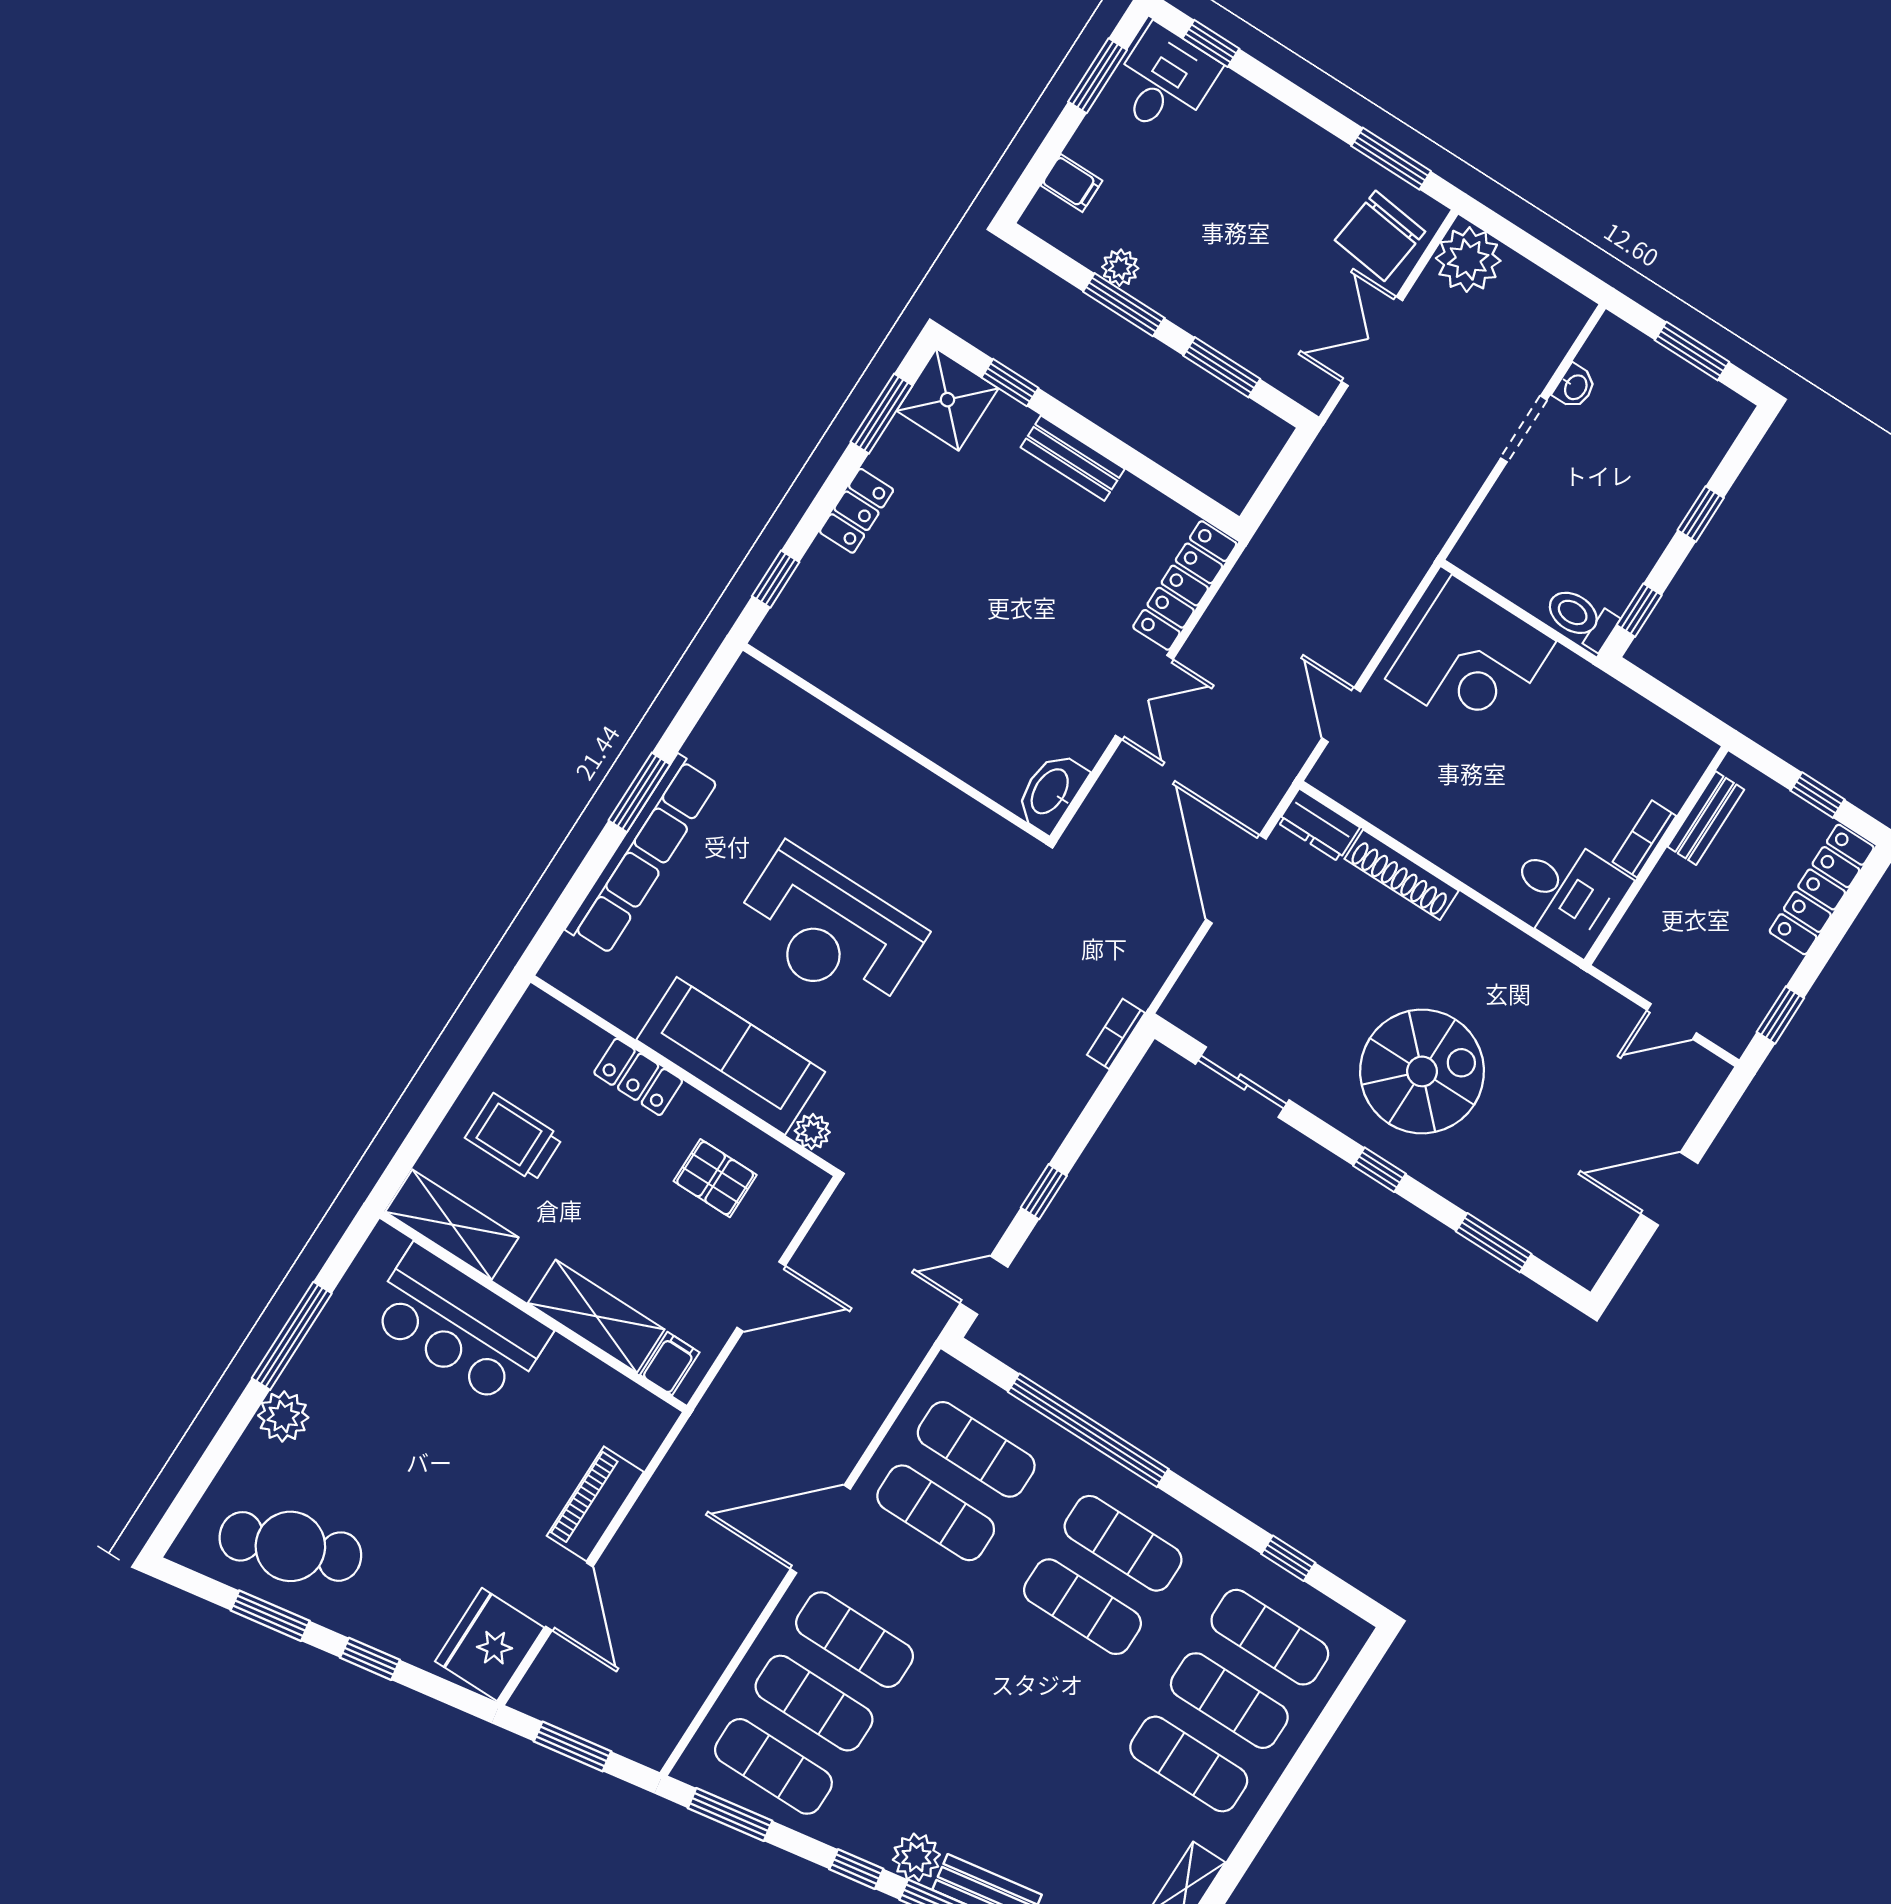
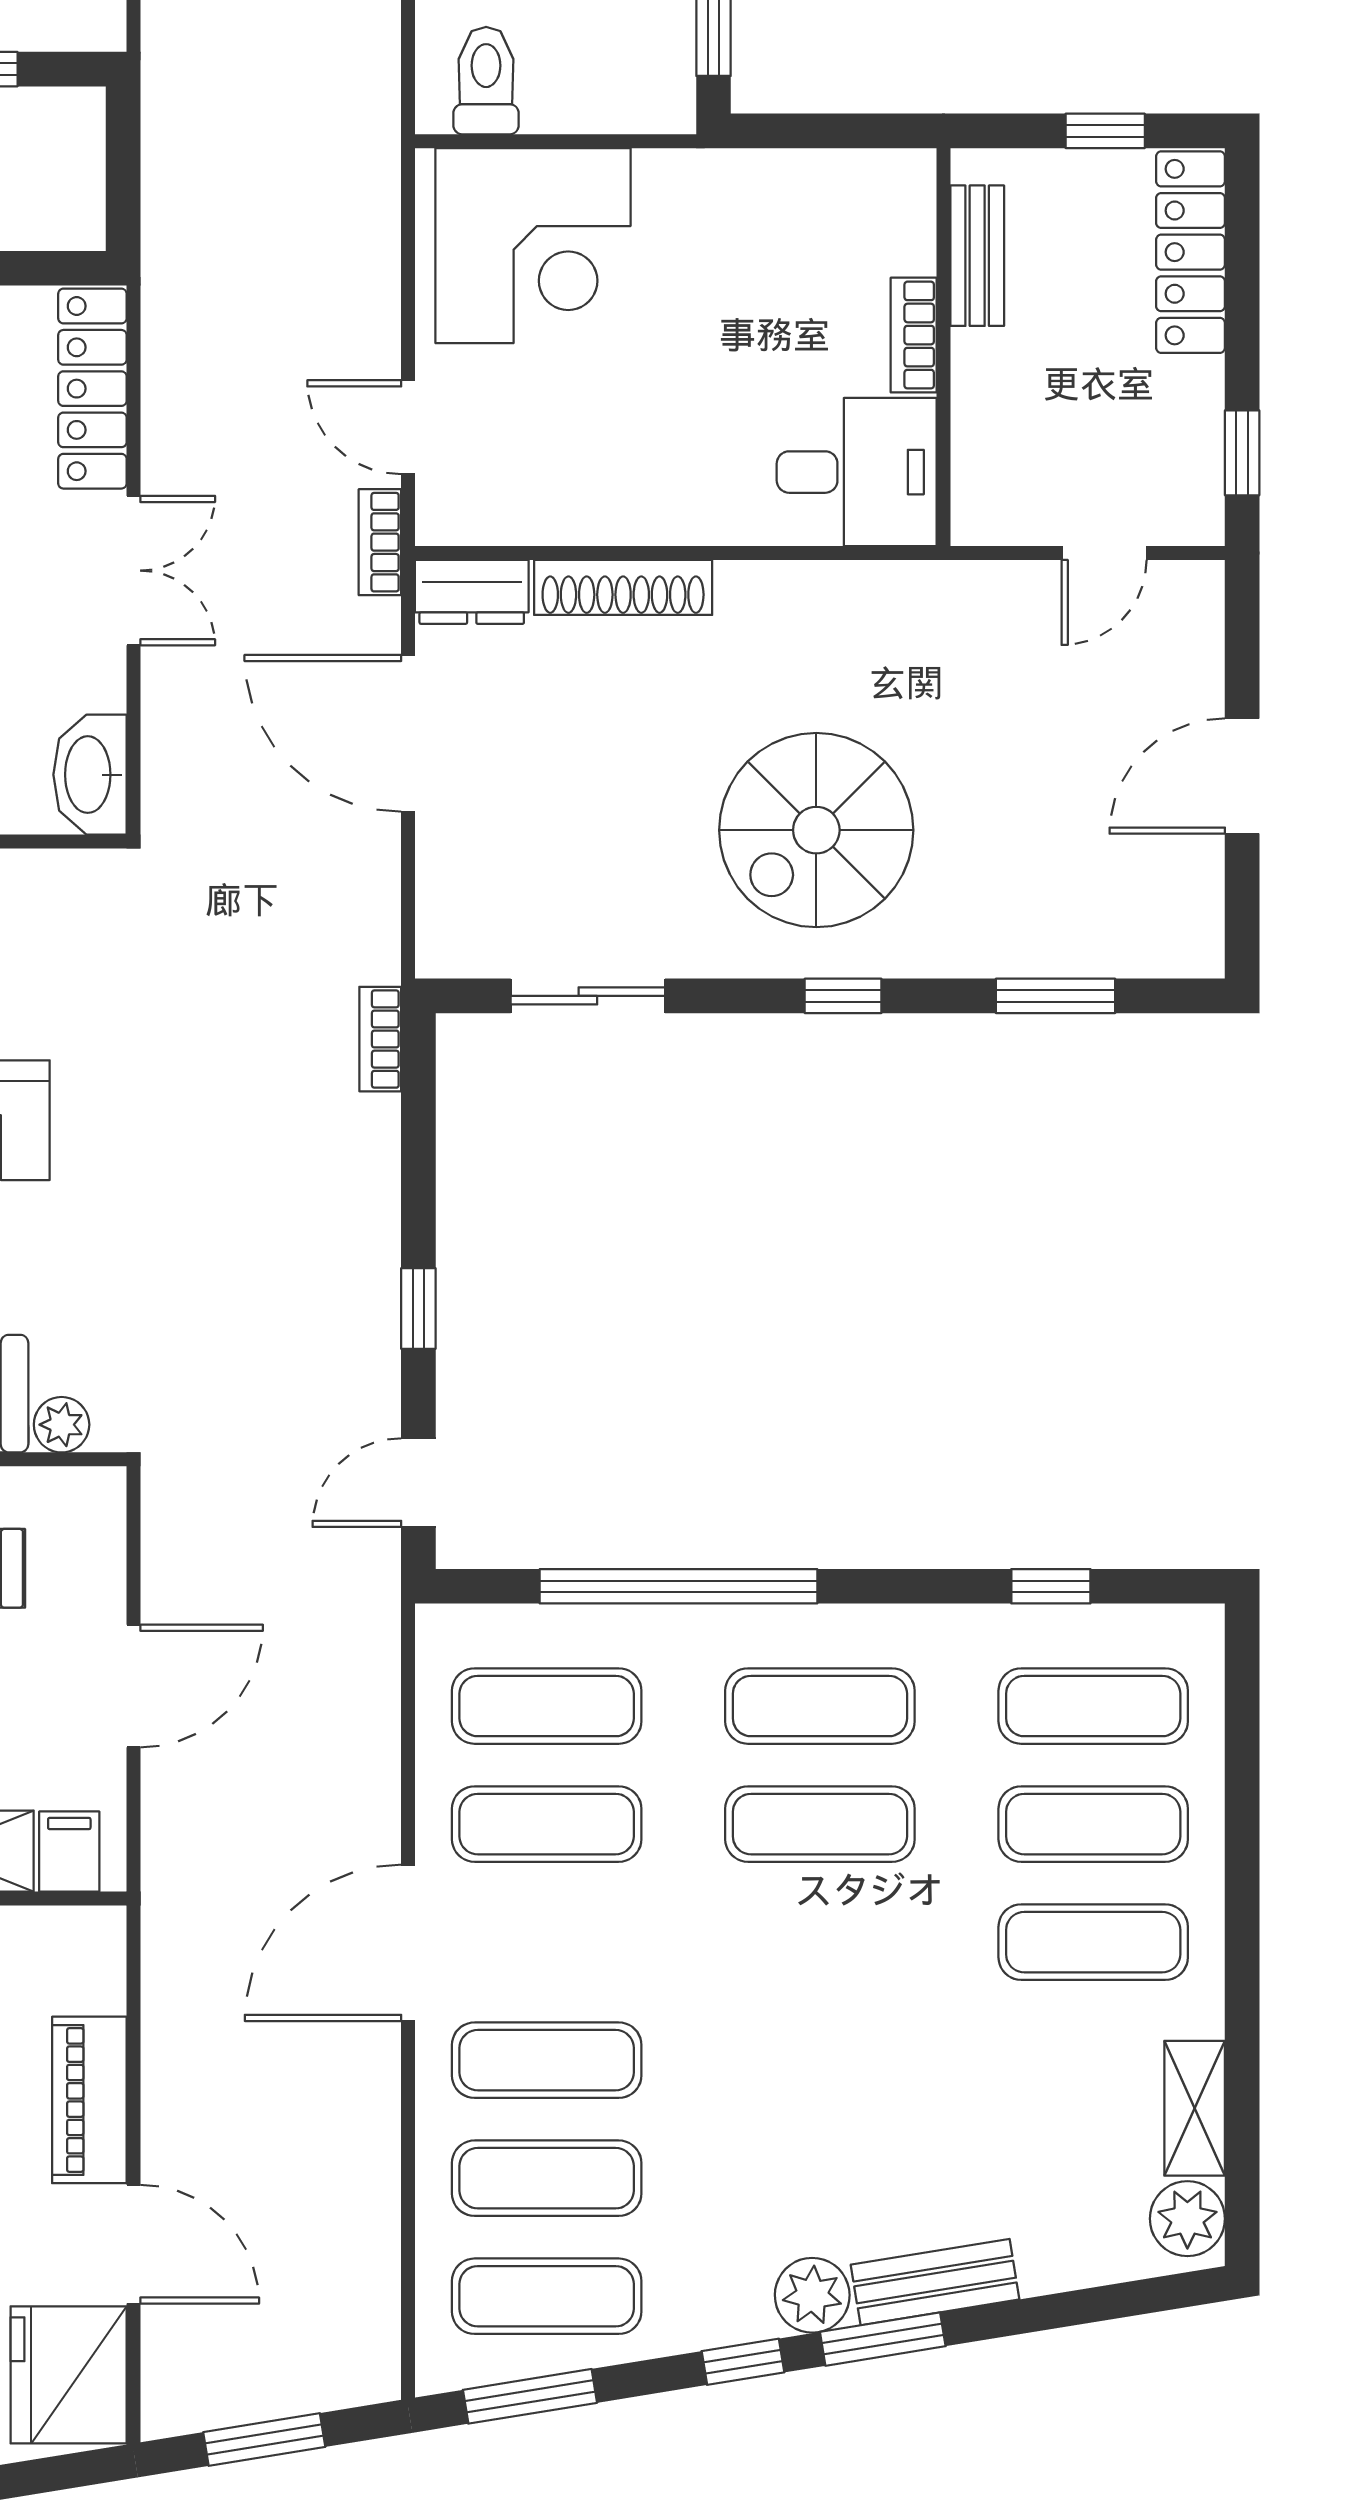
toilet: (1581, 618) -> (486, 81), moved, turned 90
bookcase: (1287, 767) -> (380, 542), added
spiral stairs: (1422, 1071) -> (816, 830), turned 180

